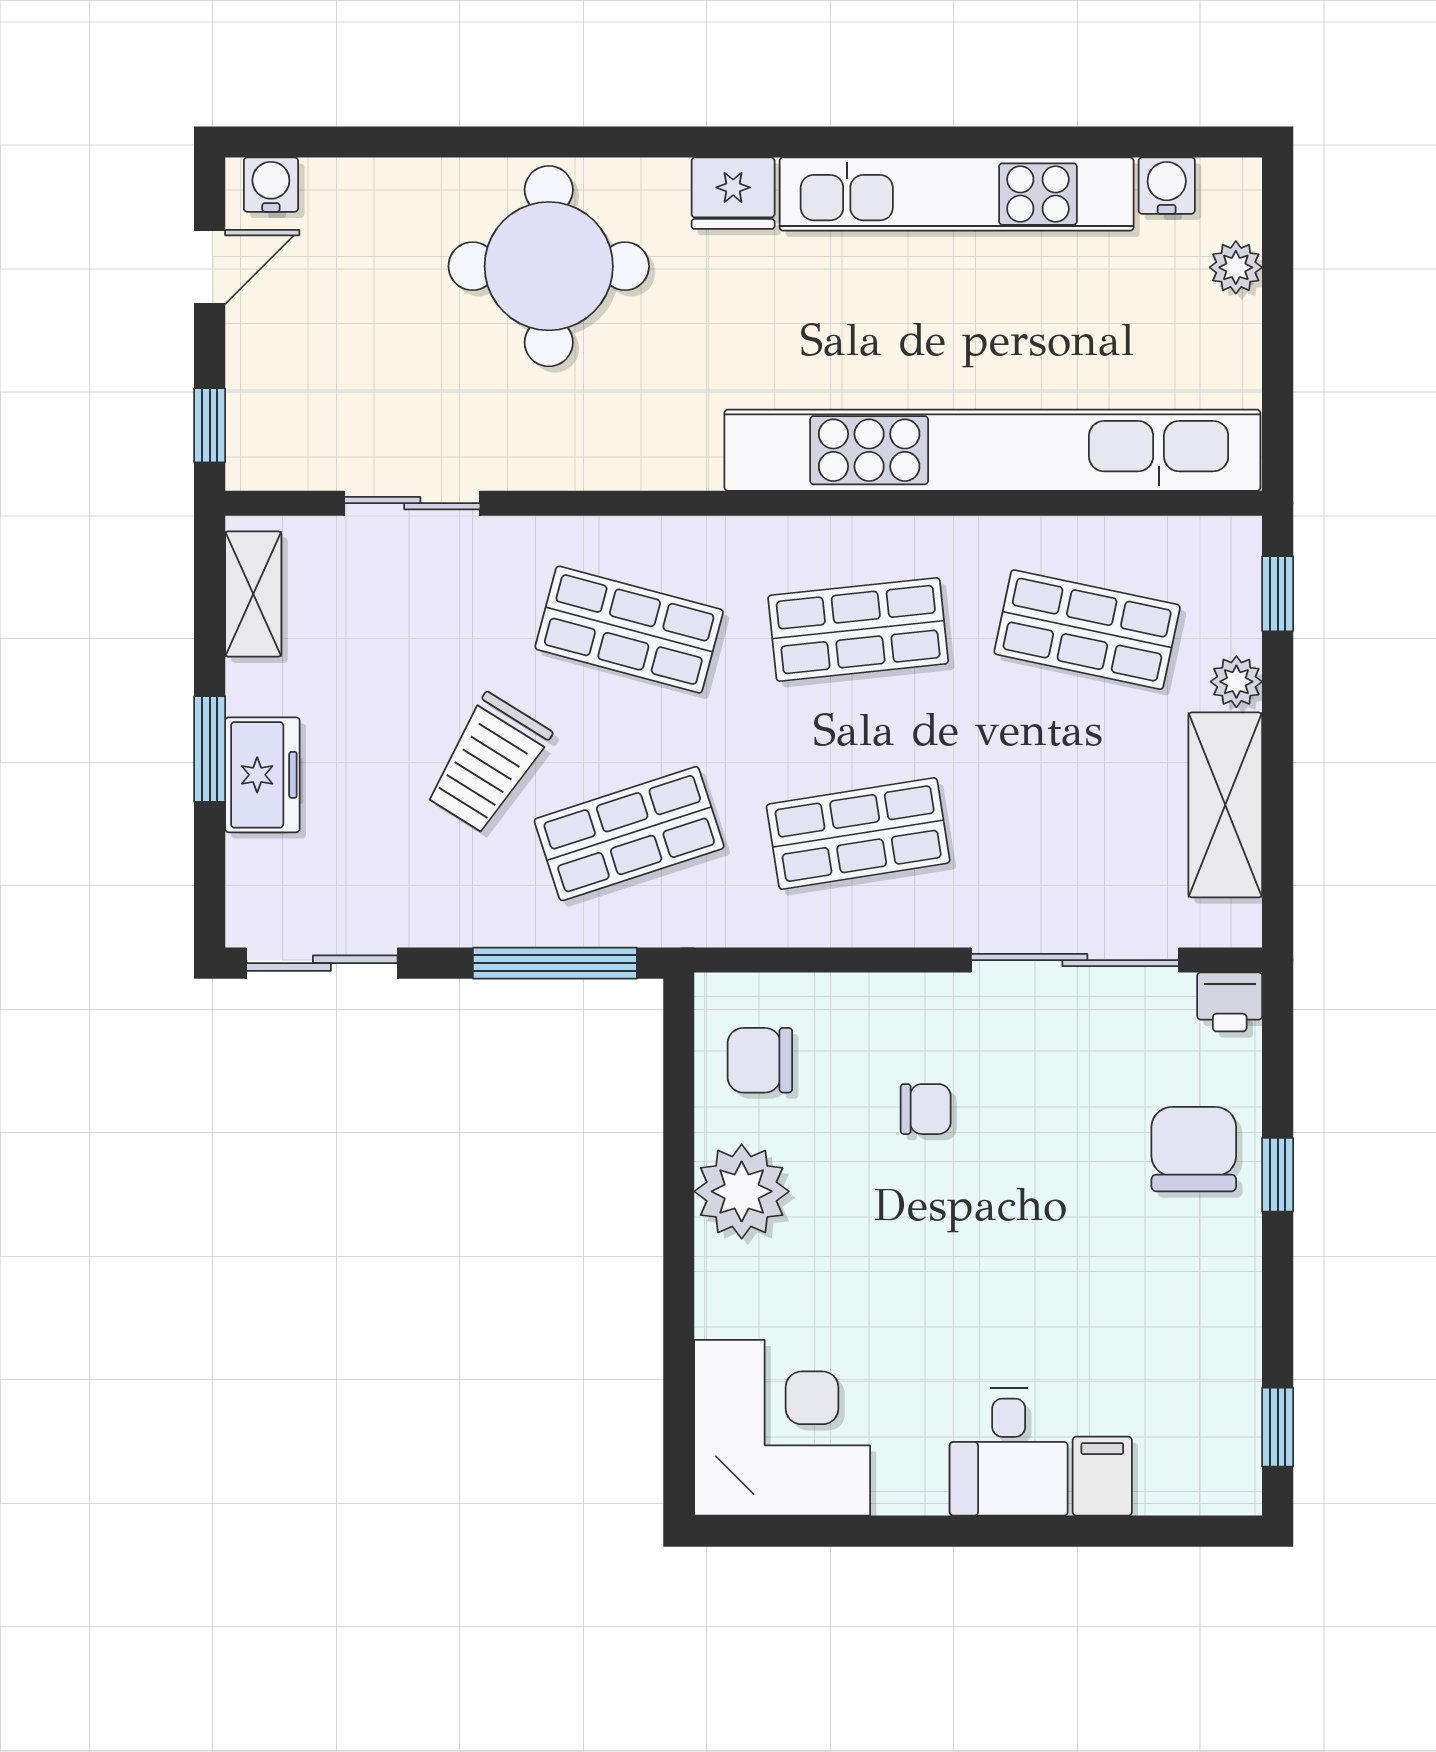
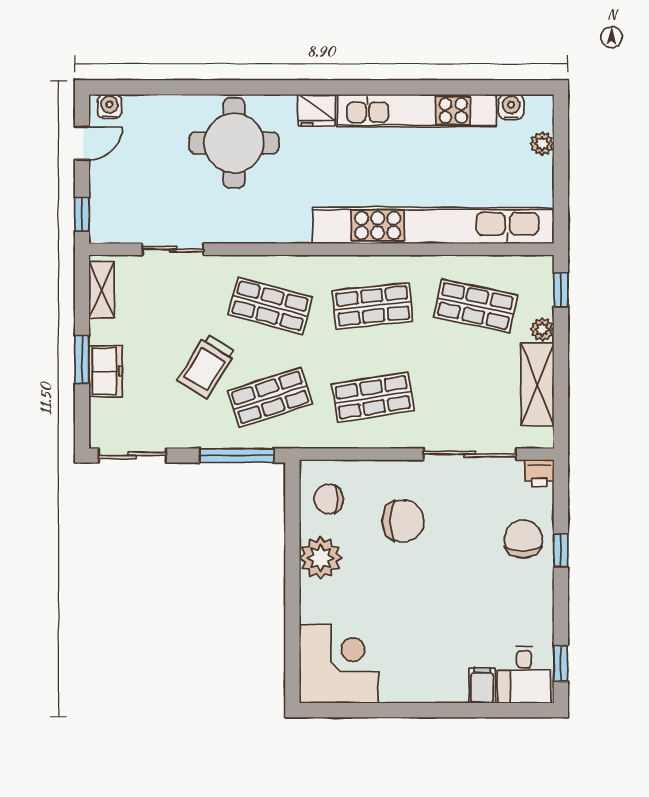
chair: (926, 1109) -> (403, 521), width x1.87, depth x1.87
desk: (1009, 1452) -> (524, 675), moved

